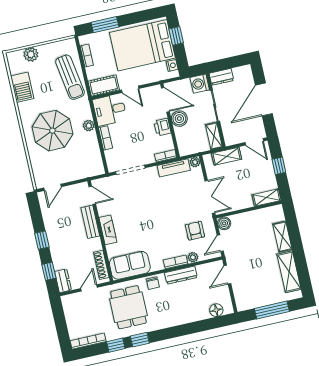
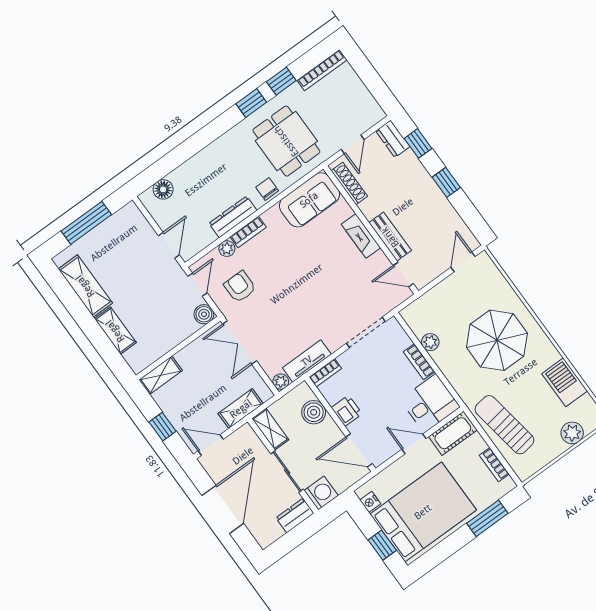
boiler: (179, 119) -> (314, 412), moved
plant: (89, 126) -> (430, 342), moved
armchair: (195, 231) -> (240, 287), turned 180

